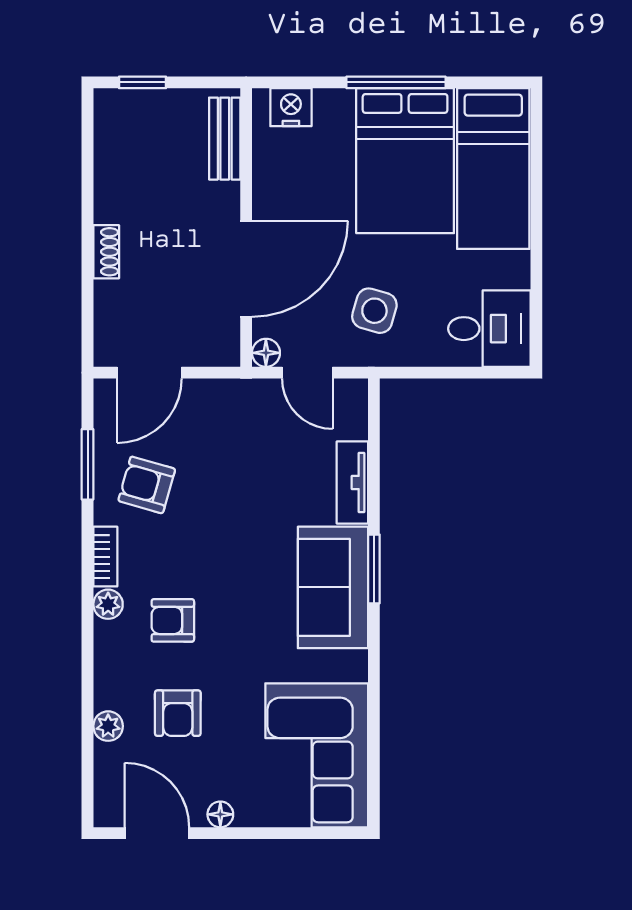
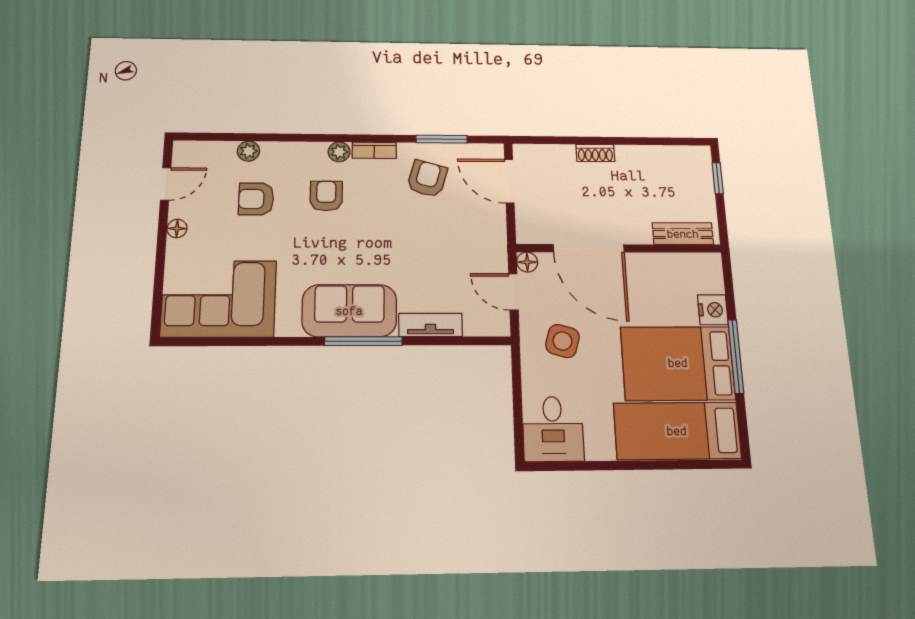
nightstand: (291, 107) -> (713, 310), moved
door: (307, 373) -> (513, 292), hinge flipped
window: (374, 569) -> (363, 341), width x1.44
door: (157, 833) -> (166, 184), width x0.73

